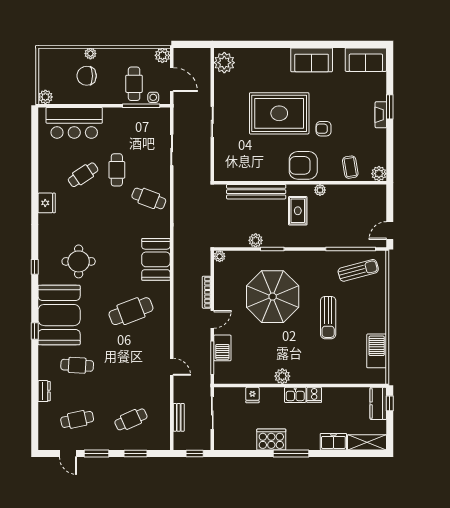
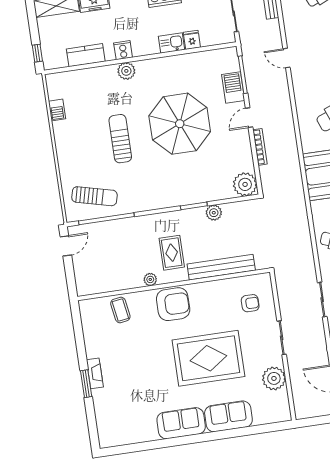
sofa: (366, 60) -> (228, 416), moved
plant: (224, 63) -> (274, 378), moved
armchair: (324, 129) -> (250, 303), moved
plant: (379, 174) -> (87, 308), removed
plant: (220, 256) -> (245, 184), width x1.88, depth x1.88
sun lounger: (358, 270) -> (94, 196), turned -151
parasol: (273, 297) -> (180, 124), moved
barbecue: (377, 351) -> (57, 110), width x0.53, depth x0.65
plant: (282, 376) -> (126, 71), moved
kitchen sink: (295, 395) -> (172, 43), moved
kitchen counter: (378, 403) -> (86, 55), moved, turned -90

